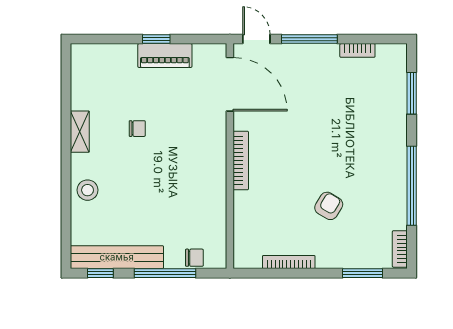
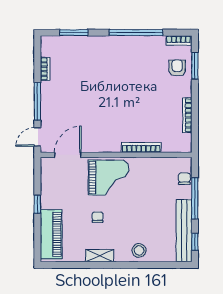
piano: (165, 56) -> (51, 234), moved, width x1.37, depth x1.33
door: (230, 84) -> (68, 155), width x0.73
grand piano: (196, 145) -> (109, 178), added
bookcase: (241, 161) -> (141, 147), moved
armchair: (329, 206) -> (177, 68), moved, turned 59

